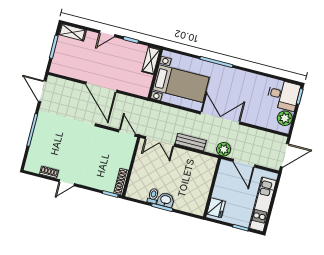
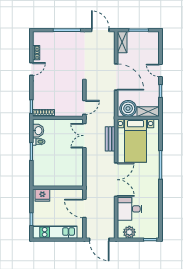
shelving: (72, 32) -> (122, 42), moved
boiler: (141, 83) -> (128, 108), added
door: (101, 87) -> (116, 77), swing flipped
door: (42, 91) -> (100, 30), hinge flipped
desk: (283, 95) -> (130, 209), moved, turned 90
bench: (191, 142) -> (110, 139), moved
plant: (224, 149) -> (91, 189), removed
door: (244, 163) -> (84, 208), hinge flipped
door: (67, 183) -> (31, 69), swing flipped
washbasin: (166, 200) -> (38, 131), moved

